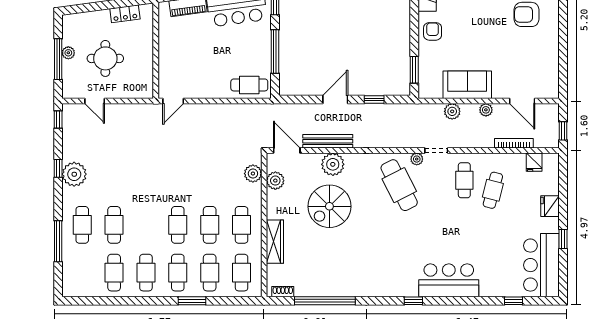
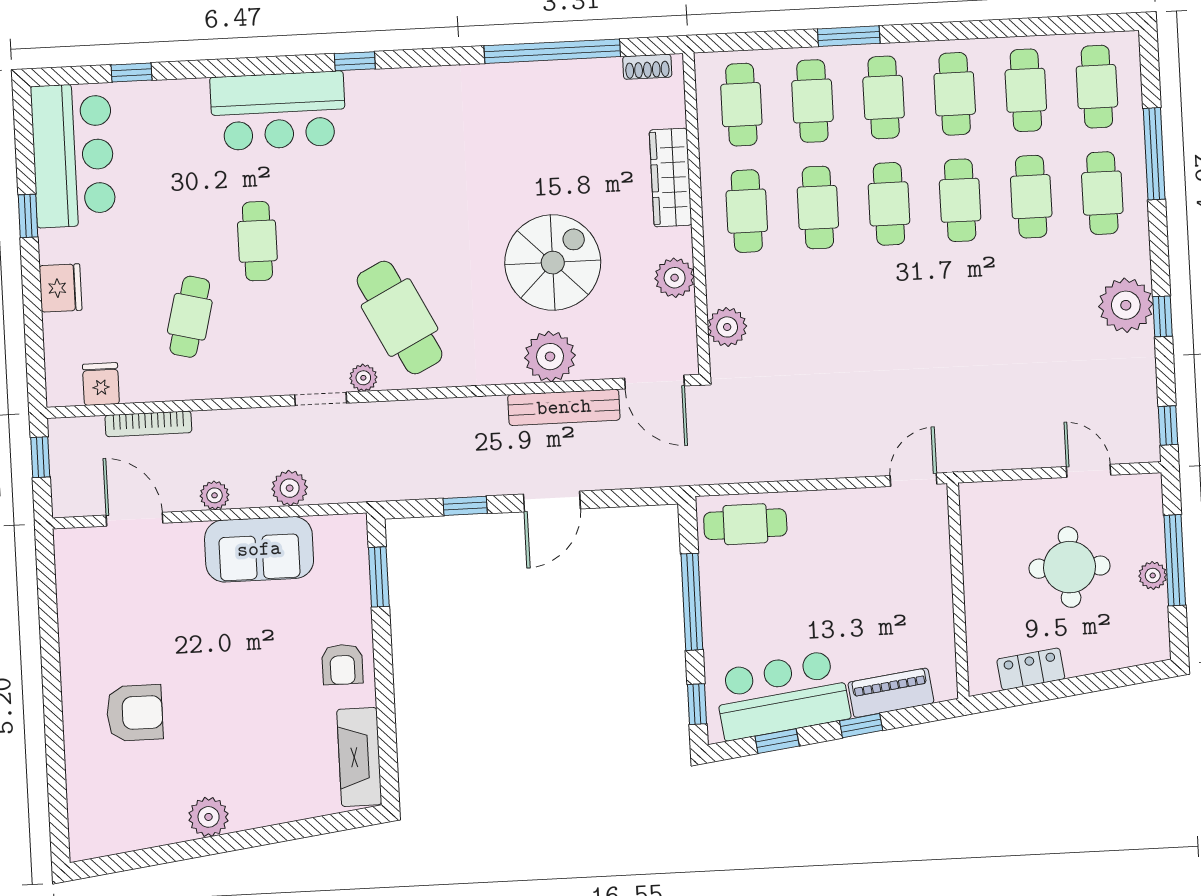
cafe table: (464, 180) -> (257, 241), moved
plant: (275, 181) -> (675, 278), moved
cafe table: (146, 225) -> (960, 200), added
cafe table: (82, 273) -> (1097, 87), added

